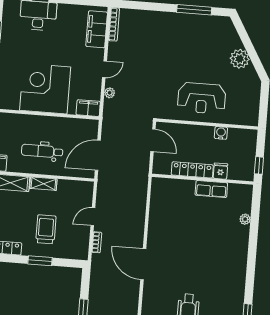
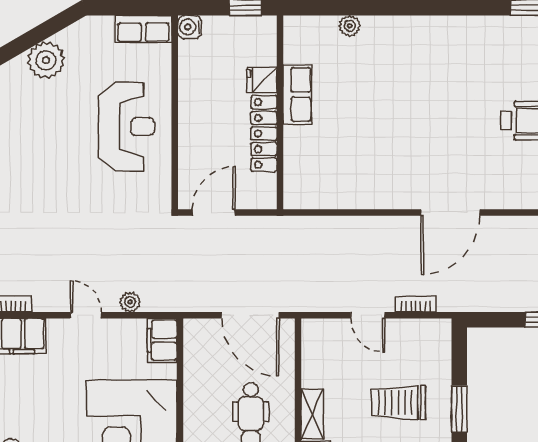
row of seats: (252, 111) -> (143, 29), added
water cooler: (221, 133) -> (190, 27), moved

